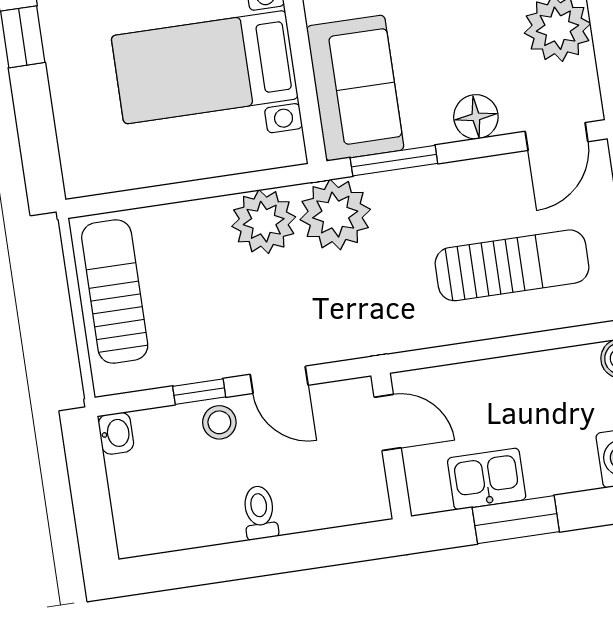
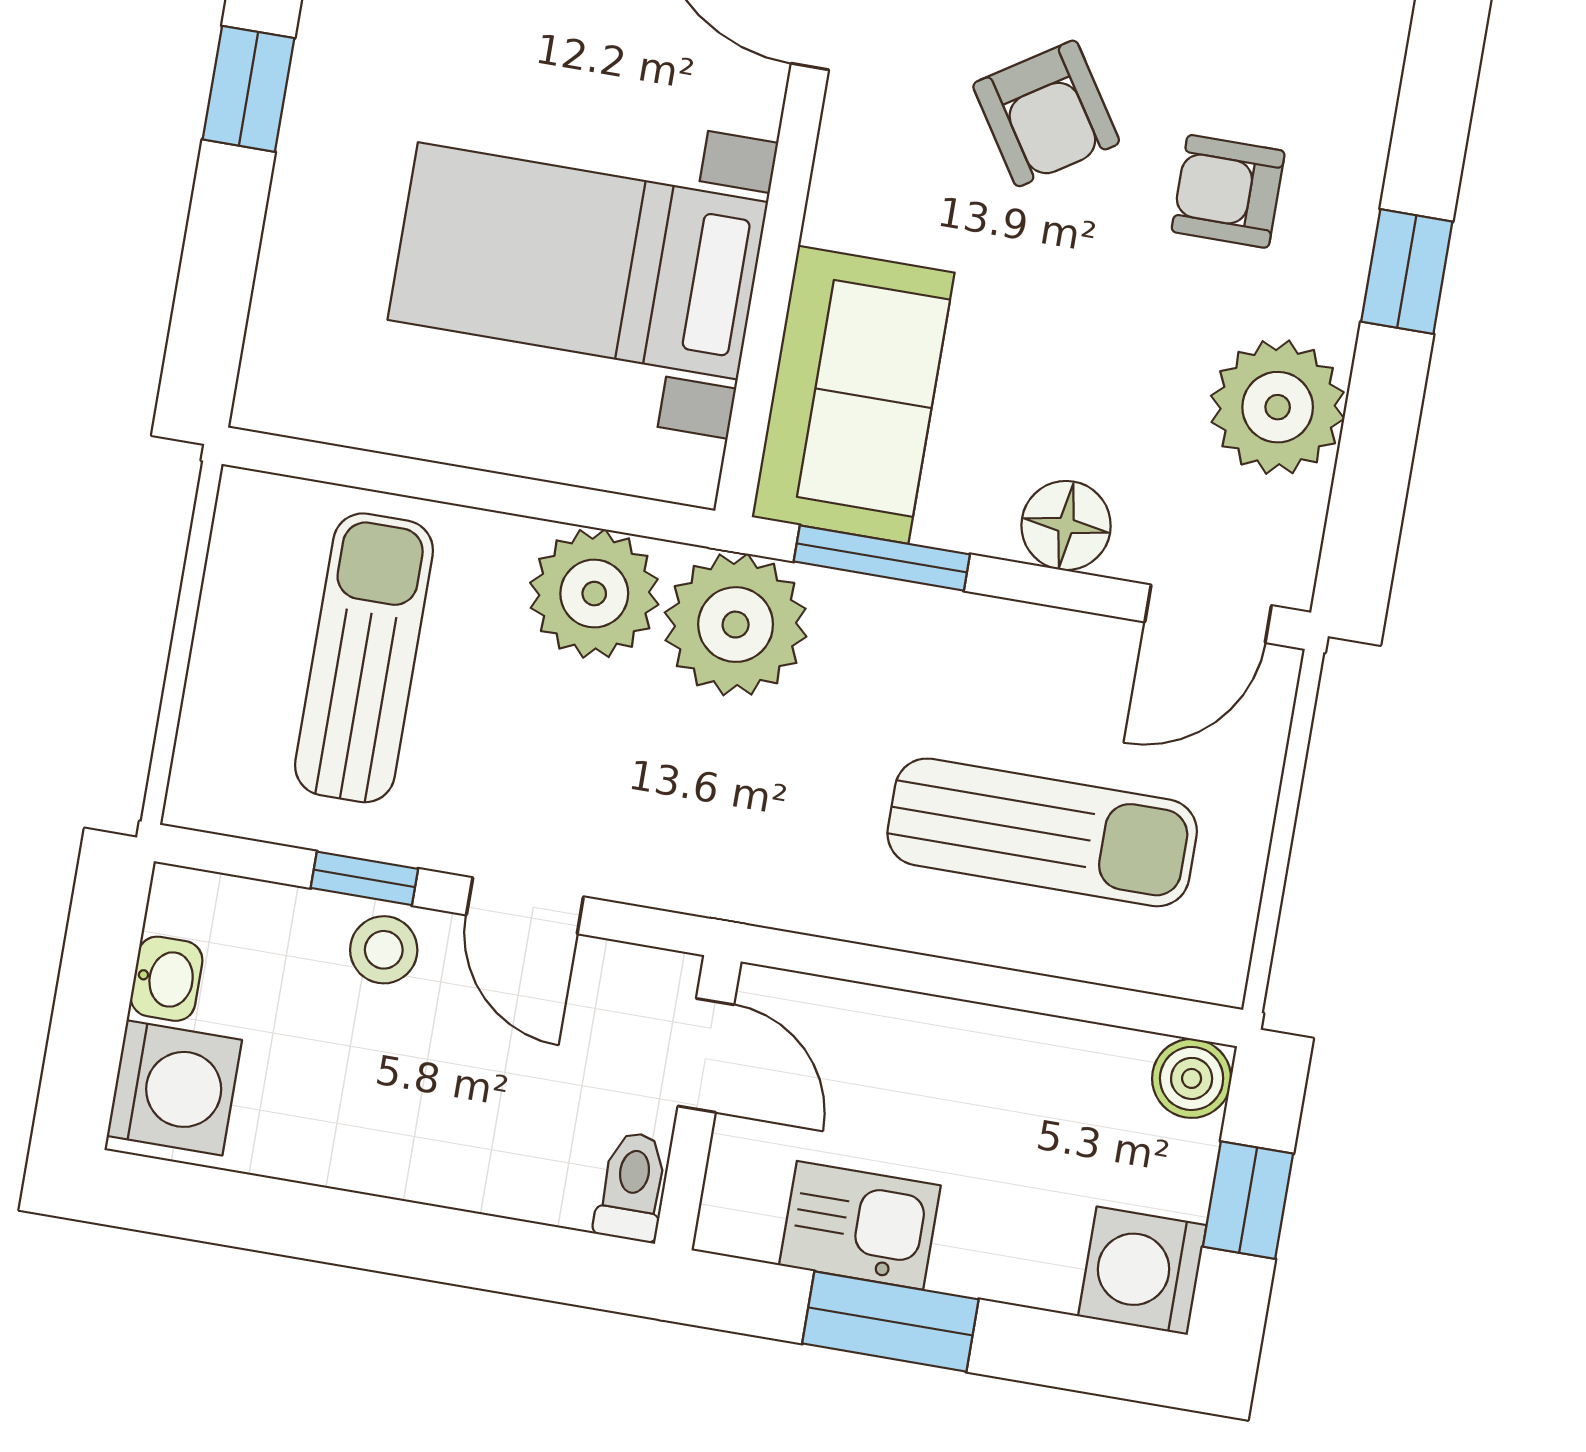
sun lounger: (115, 292) -> (364, 658), moved
washbasin: (116, 433) -> (167, 979), moved
toilet: (260, 512) -> (632, 1187), moved
washing machine: (142, 520) -> (174, 1088), added

